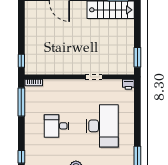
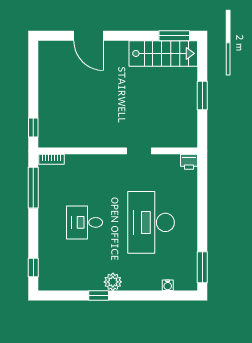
window: (137, 57) -> (202, 96), moved
desk: (102, 126) -> (151, 222), turned 180

